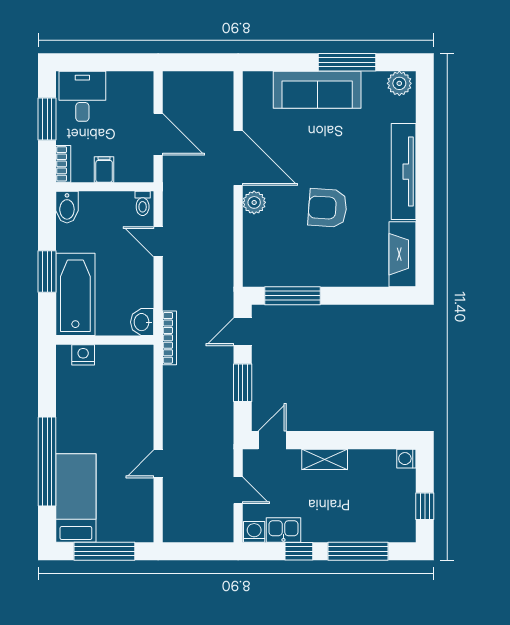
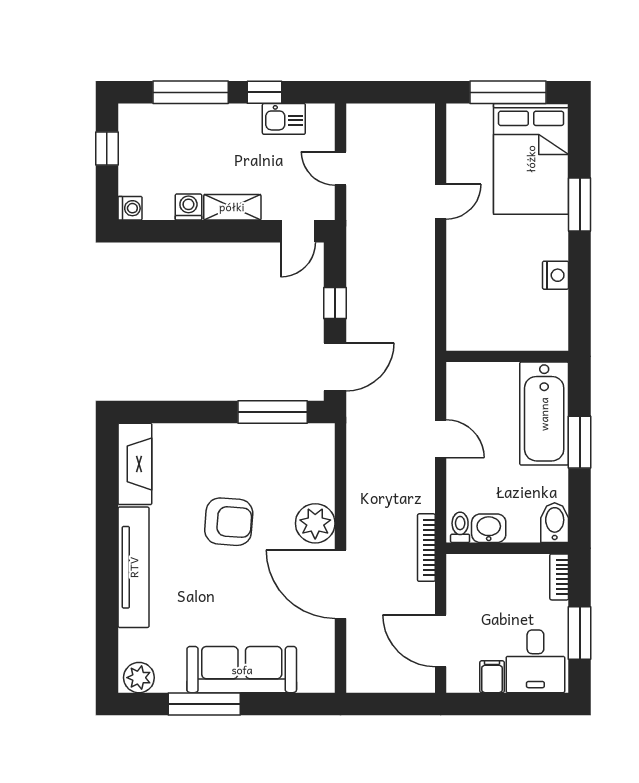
door: (158, 134) -> (441, 641), moved
filing cabinet: (104, 169) -> (492, 677), moved, turned 180
plant: (254, 202) -> (315, 523), width x1.36, depth x1.36
door: (158, 242) -> (441, 439), moved
washbasin: (142, 322) -> (489, 528), moved, turned -90
door: (243, 332) -> (335, 367), width x1.38
bookcase: (170, 338) -> (426, 548), moved
nightstand: (83, 355) -> (556, 275), moved, turned -90
window: (243, 383) -> (335, 303), width x0.67
window: (47, 461) -> (580, 205), width x0.47
bed: (76, 498) -> (531, 159), width x1.50
washing machine: (254, 532) -> (188, 207), moved, turned 180

